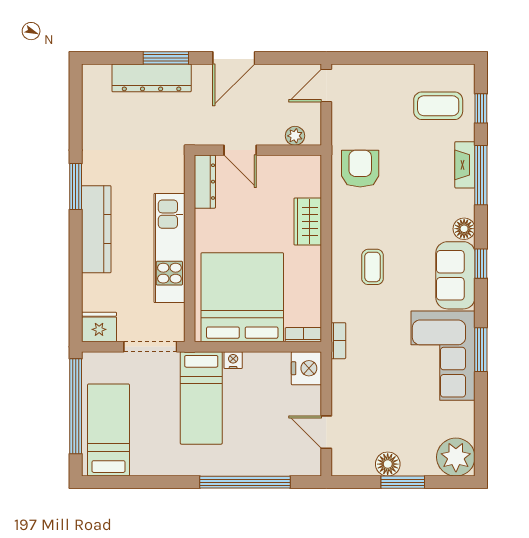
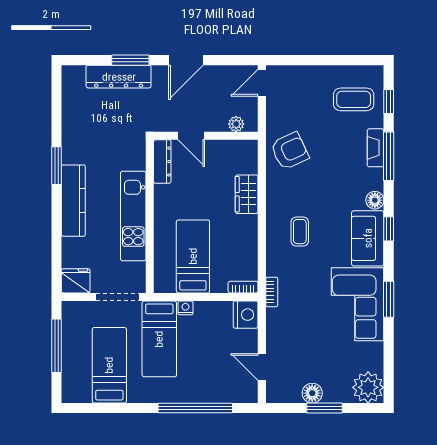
armchair: (360, 169) -> (290, 151), turned 65
bed: (242, 297) -> (193, 256), width x0.49
window: (76, 406) -> (56, 346), width x0.68
bed: (108, 430) -> (109, 365), moved

